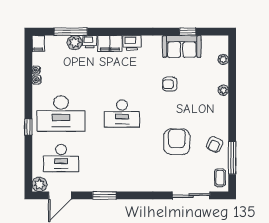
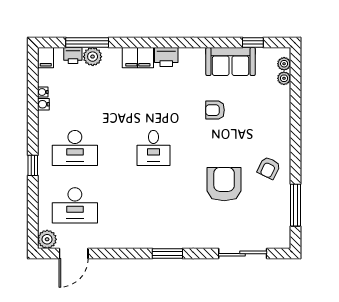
window: (188, 32) -> (253, 42), moved
printer: (90, 42) -> (73, 55), moved
plant: (223, 90) -> (284, 64), moved
desk: (61, 114) -> (75, 148), width x0.73, depth x0.77
desk: (122, 114) -> (153, 148), width x0.73
armchair: (215, 144) -> (269, 168), moved
coffee table: (220, 178) -> (280, 231), removed
window: (104, 195) -> (167, 254), moved

